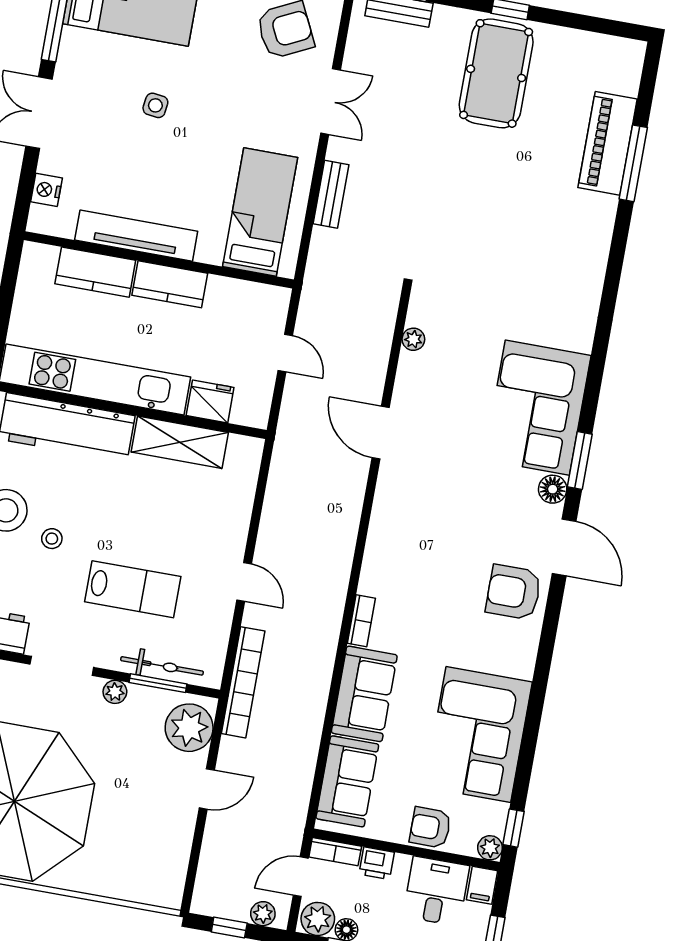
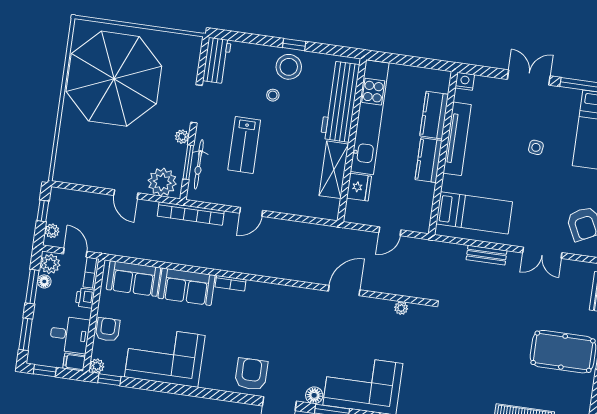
nightstand: (46, 190) -> (465, 81), moved

